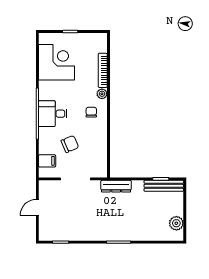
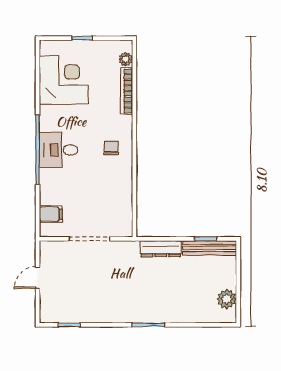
plant: (102, 94) -> (126, 59), moved
chair: (70, 144) -> (82, 191), removed
dresser: (116, 186) -> (161, 249), moved

